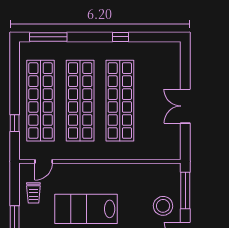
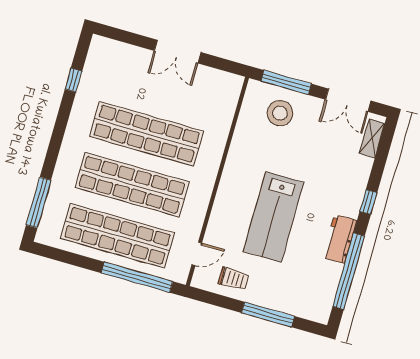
window: (120, 37) -> (73, 80), moved
window: (15, 123) -> (137, 277), width x3.17
door: (44, 161) -> (197, 254), hinge flipped
stool: (163, 206) -> (280, 113), moved

